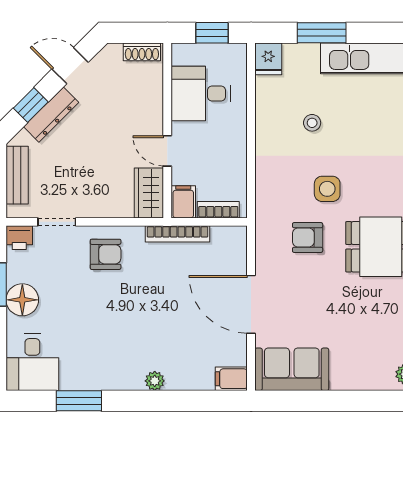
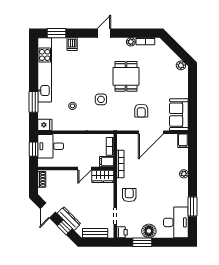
desk: (201, 94) -> (51, 146), moved, turned 90
armchair: (308, 238) -> (141, 111), moved
desk: (32, 362) -> (176, 222), width x1.37

